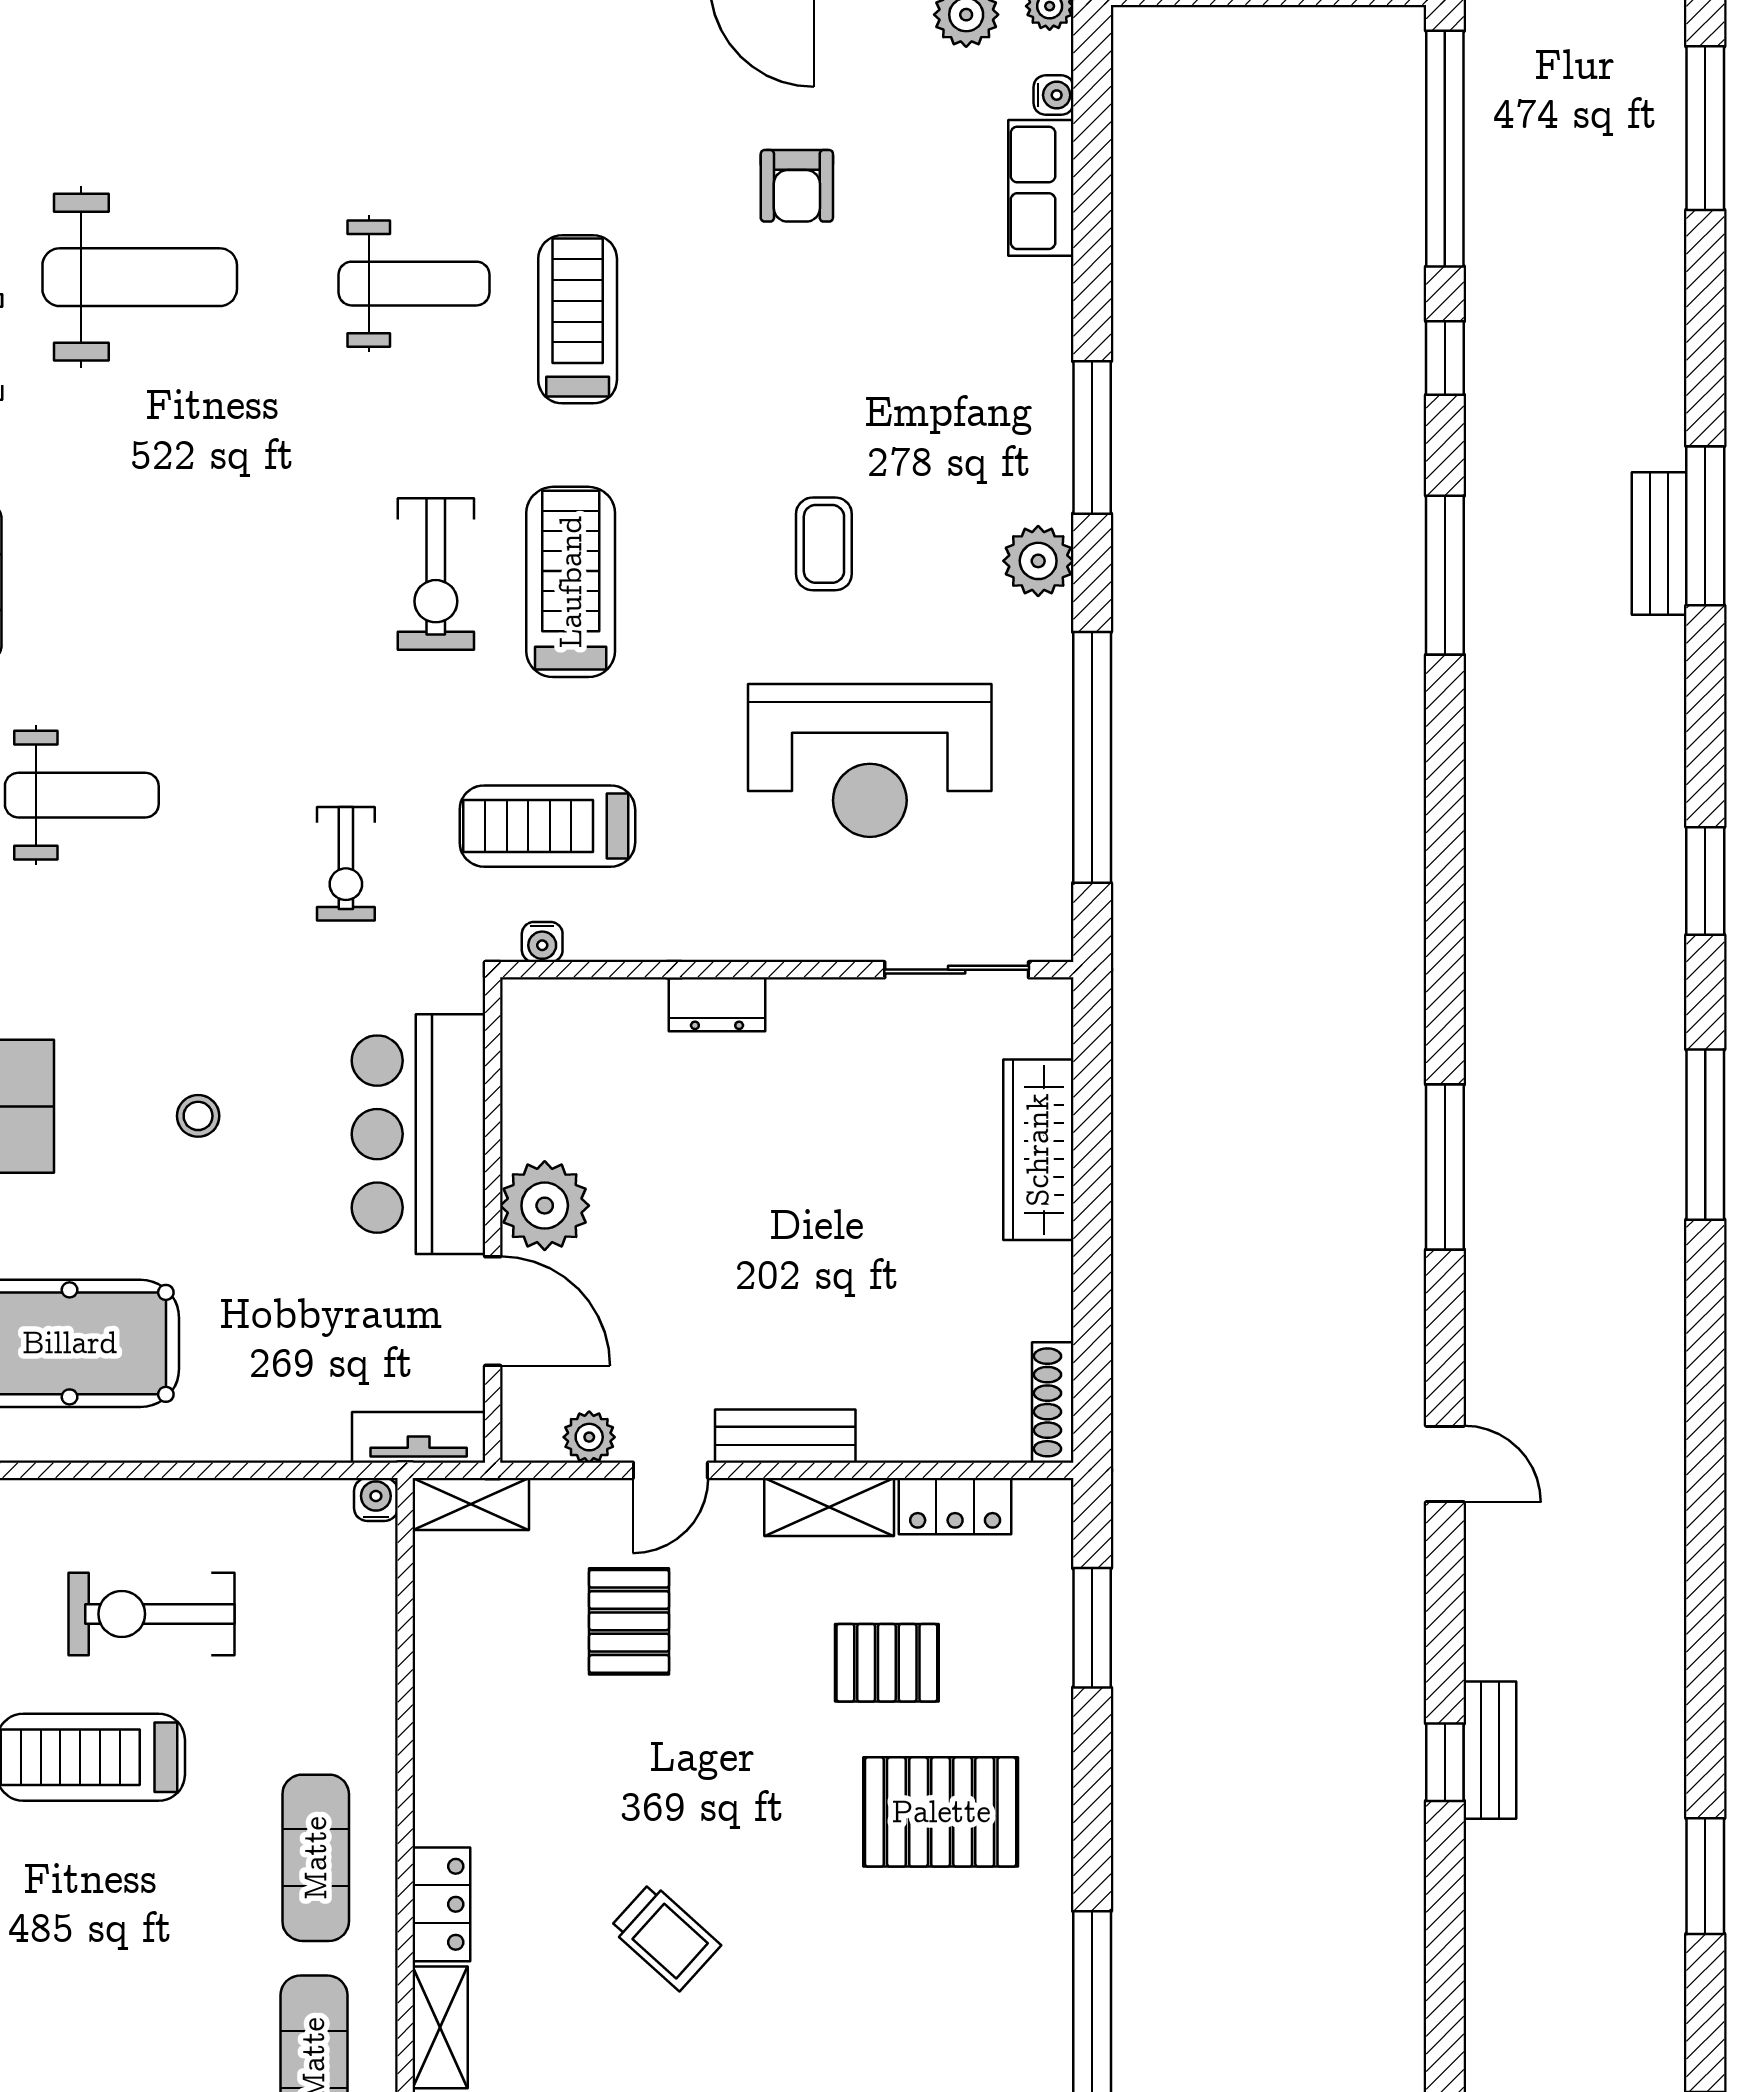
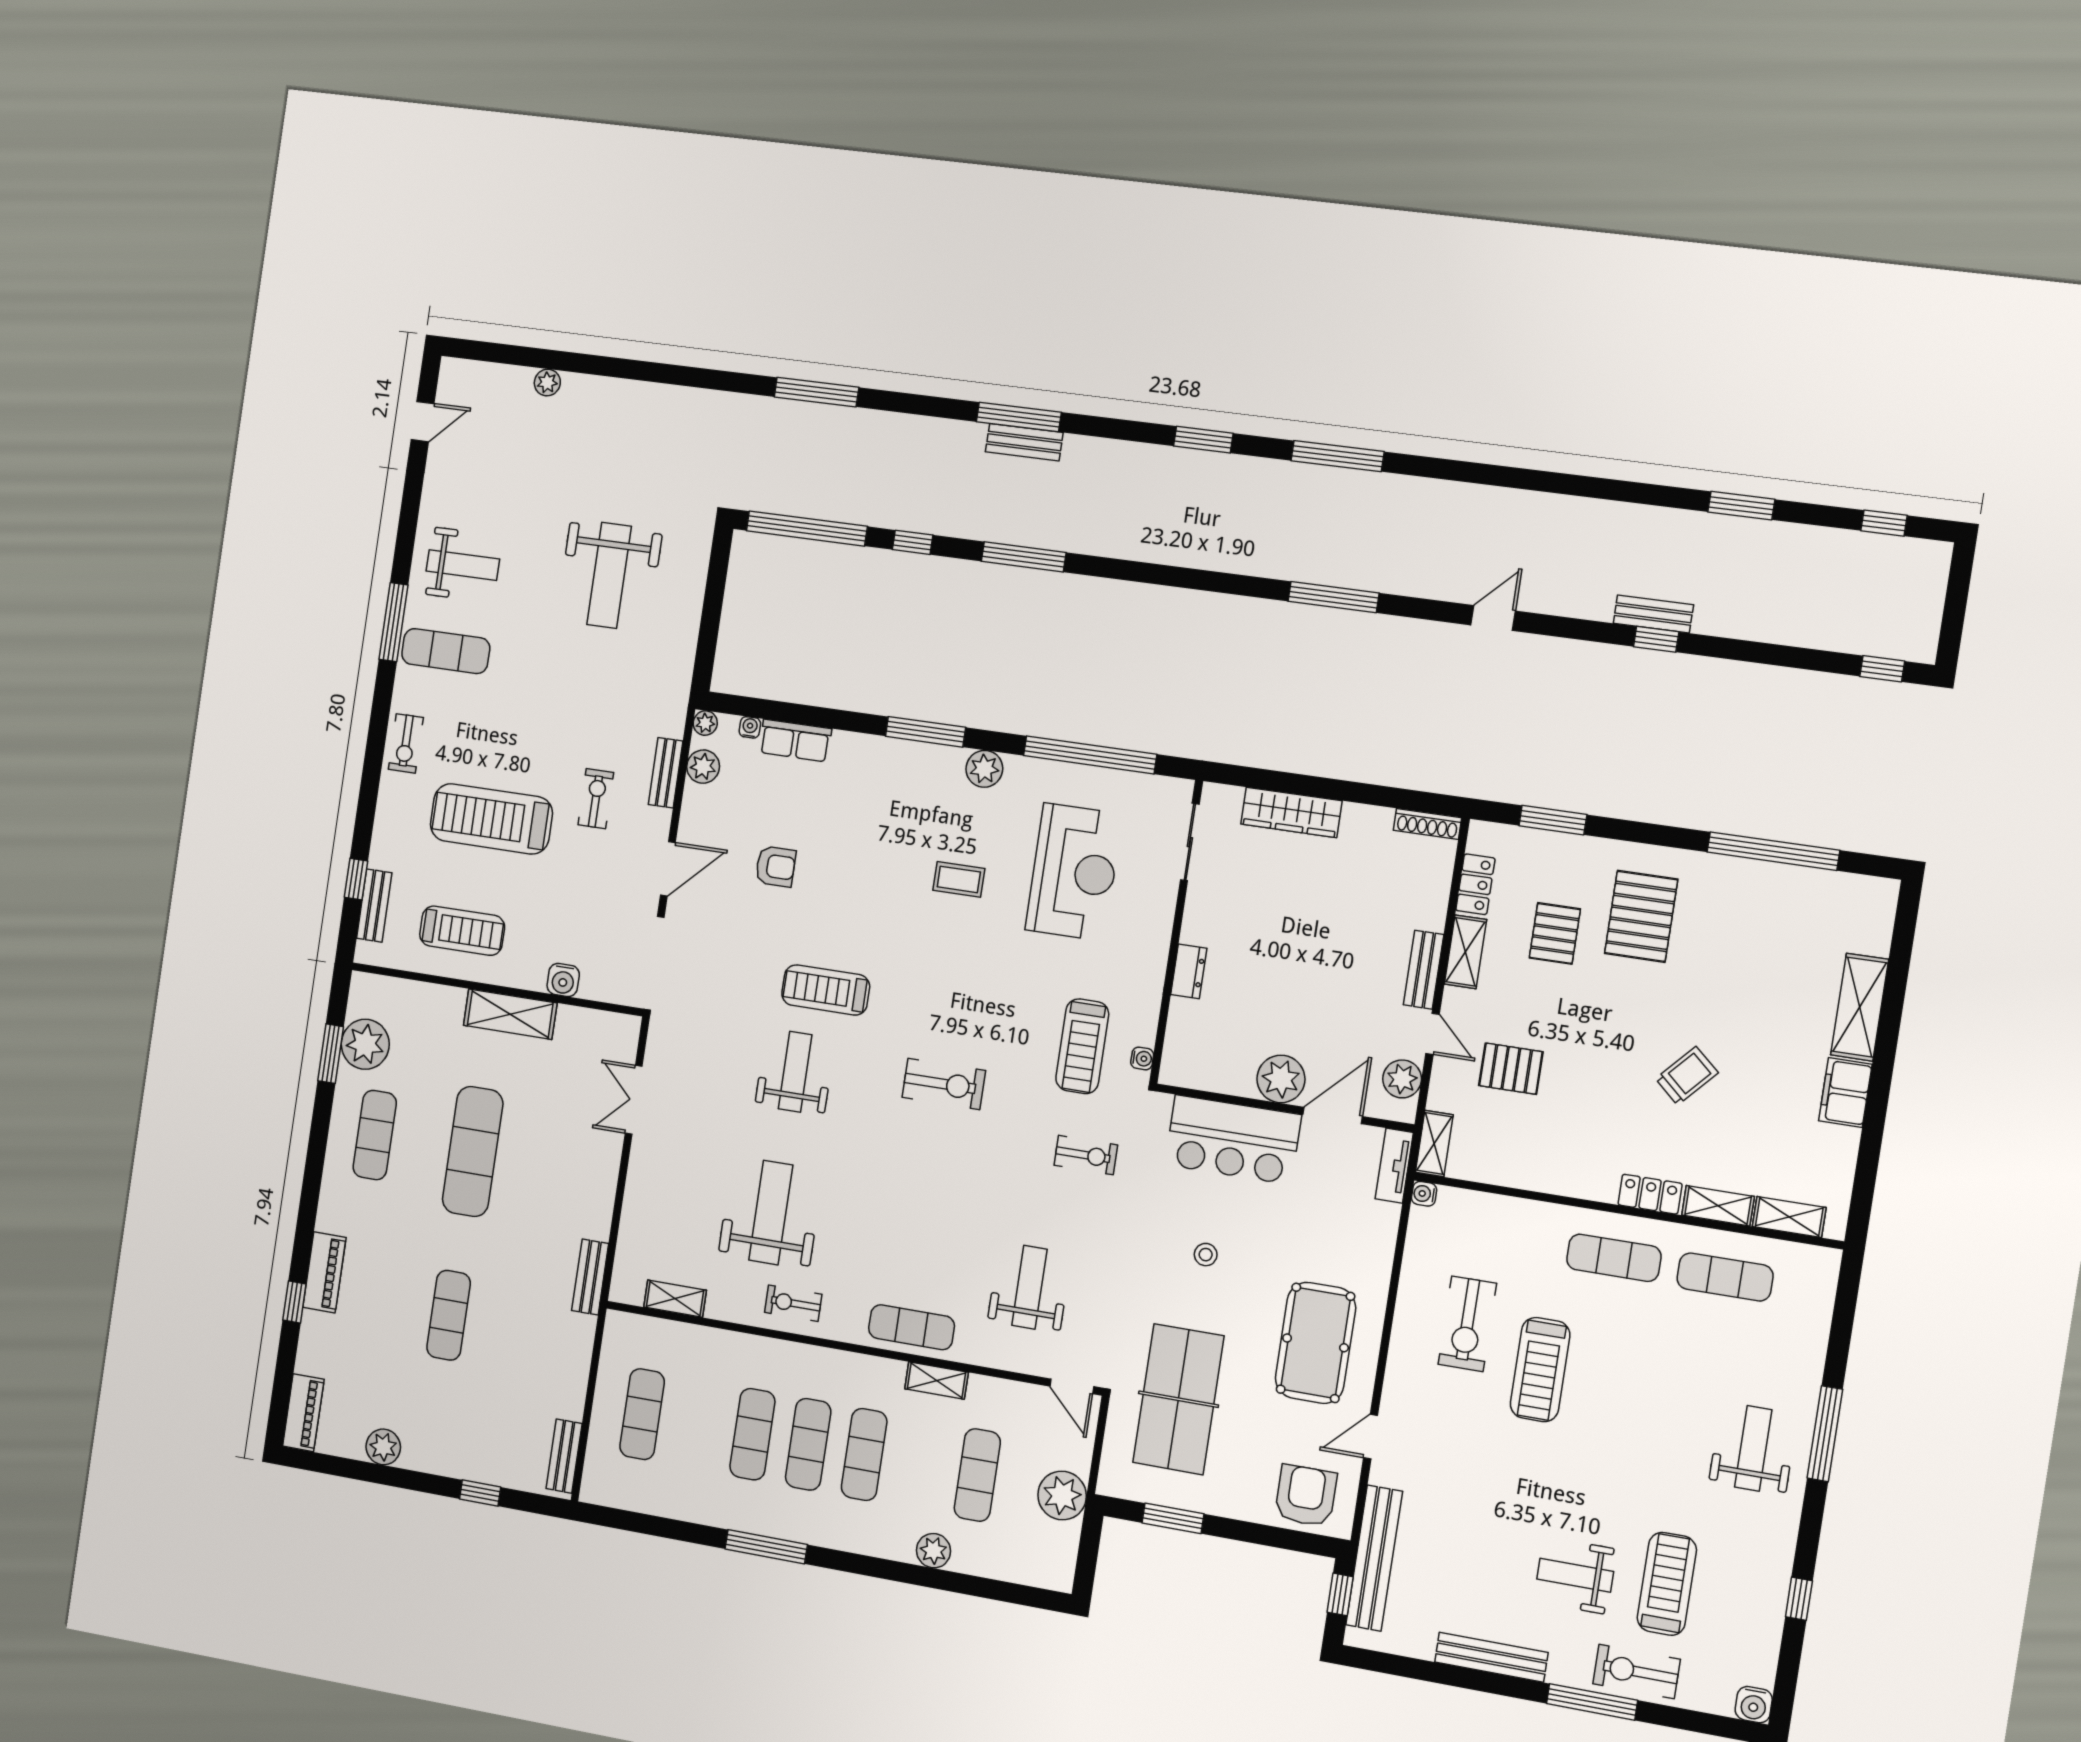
treadmill: (571, 582) -> (958, 1014), removed
plant: (589, 1437) -> (1402, 1079), width x1.38, depth x1.38

